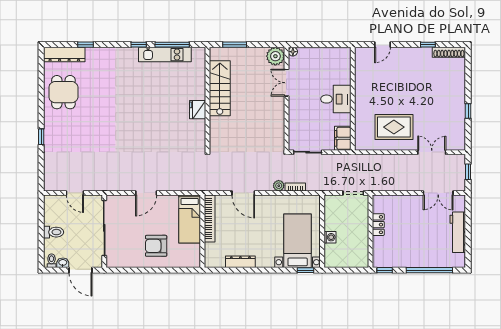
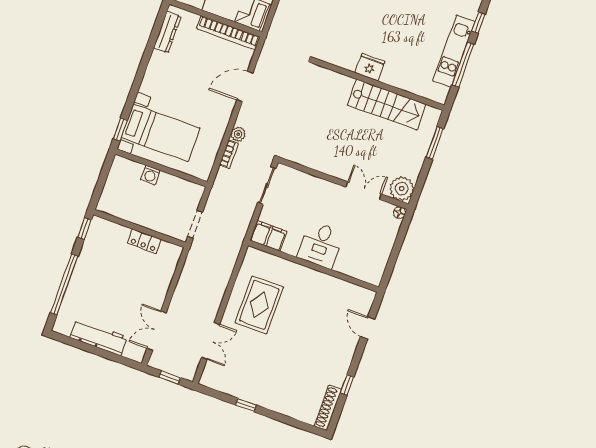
dresser: (240, 262) -> (167, 32), moved

